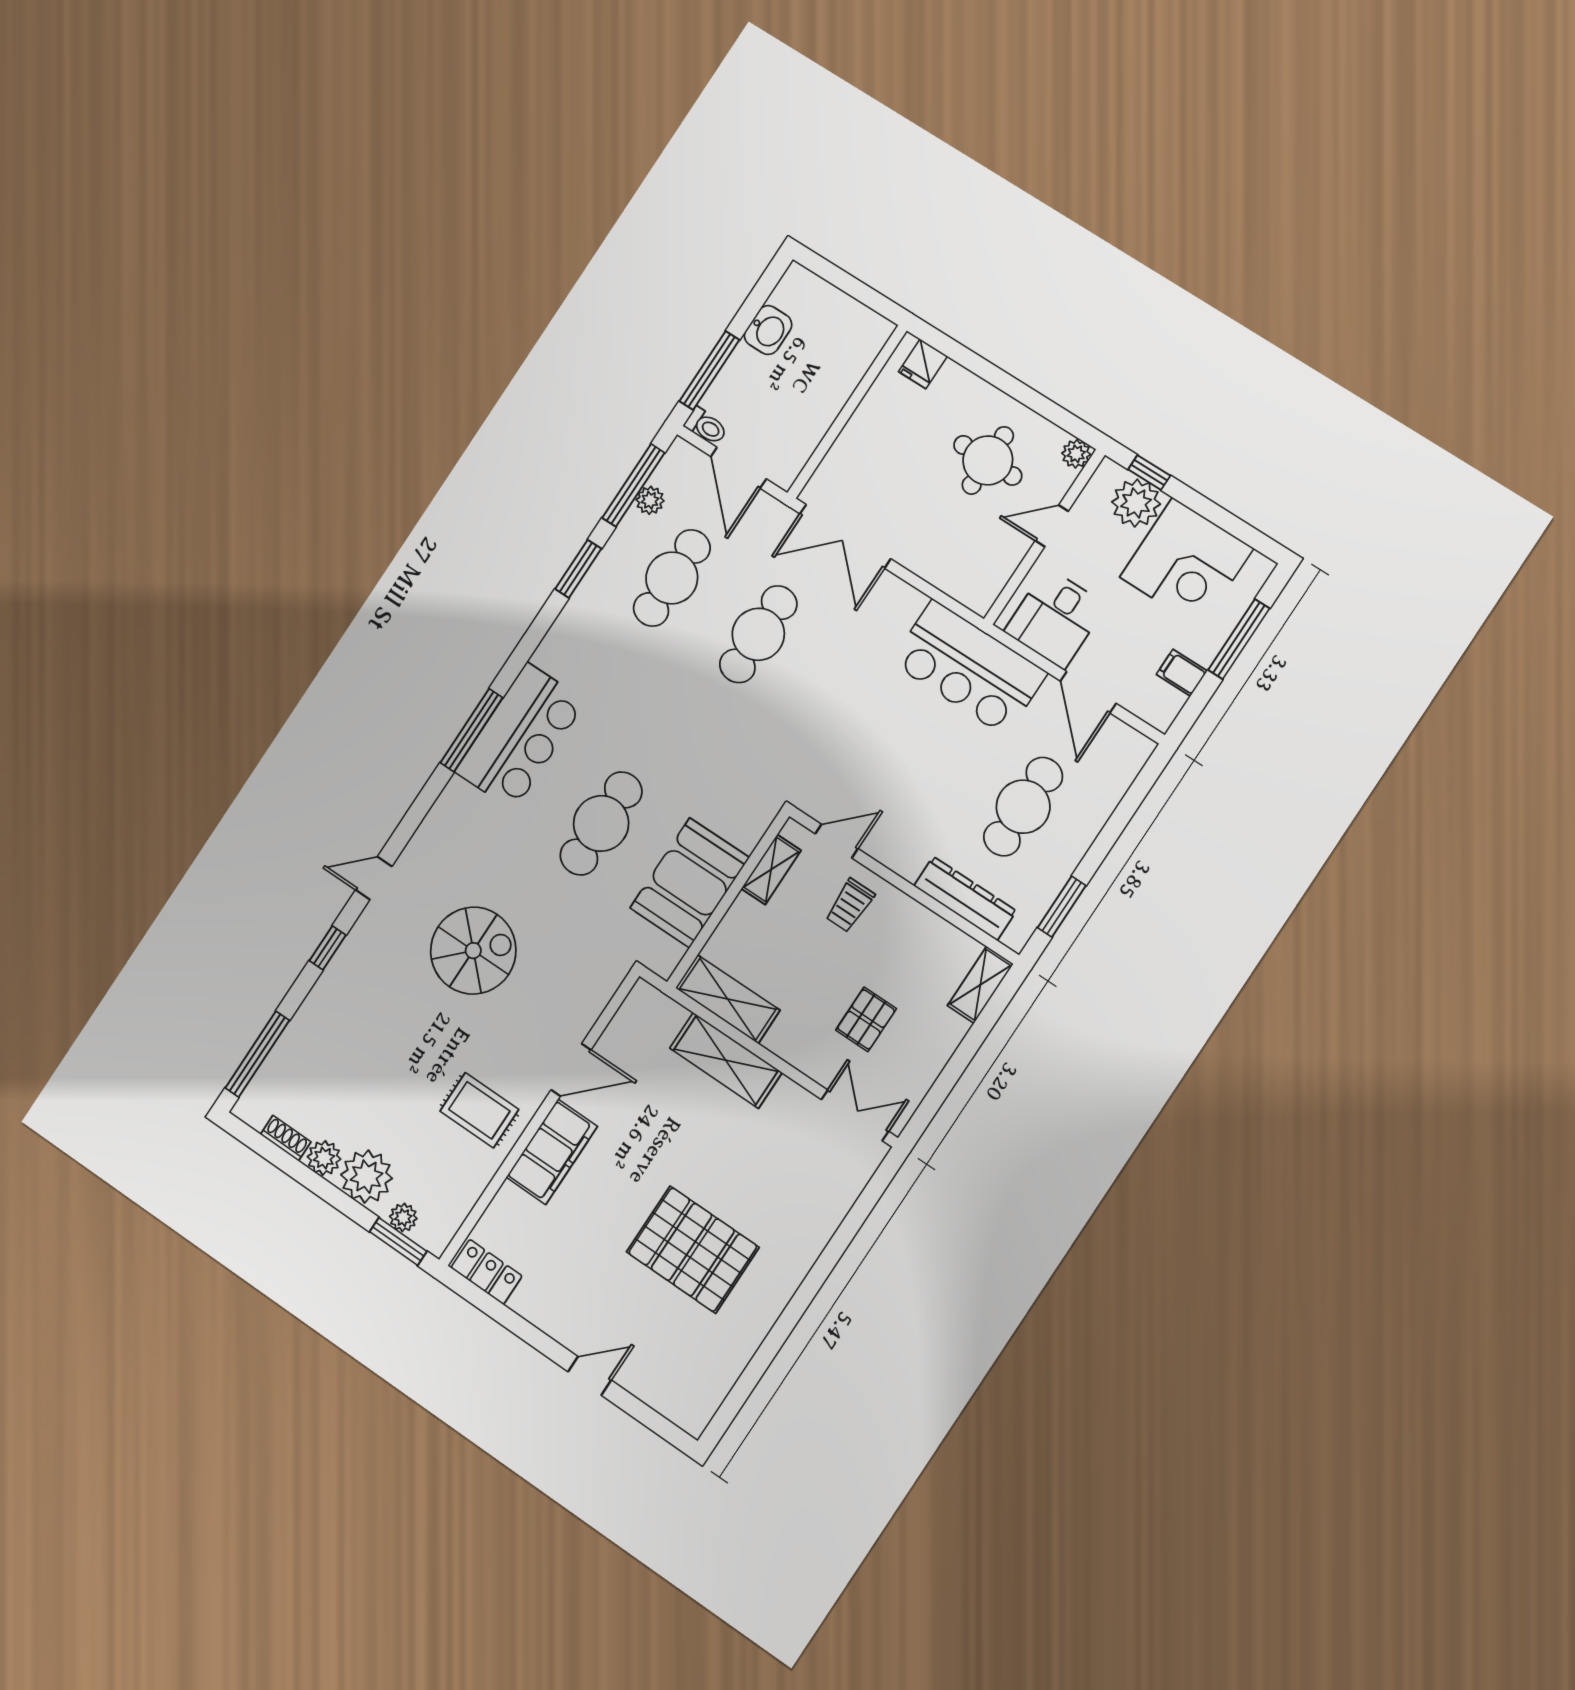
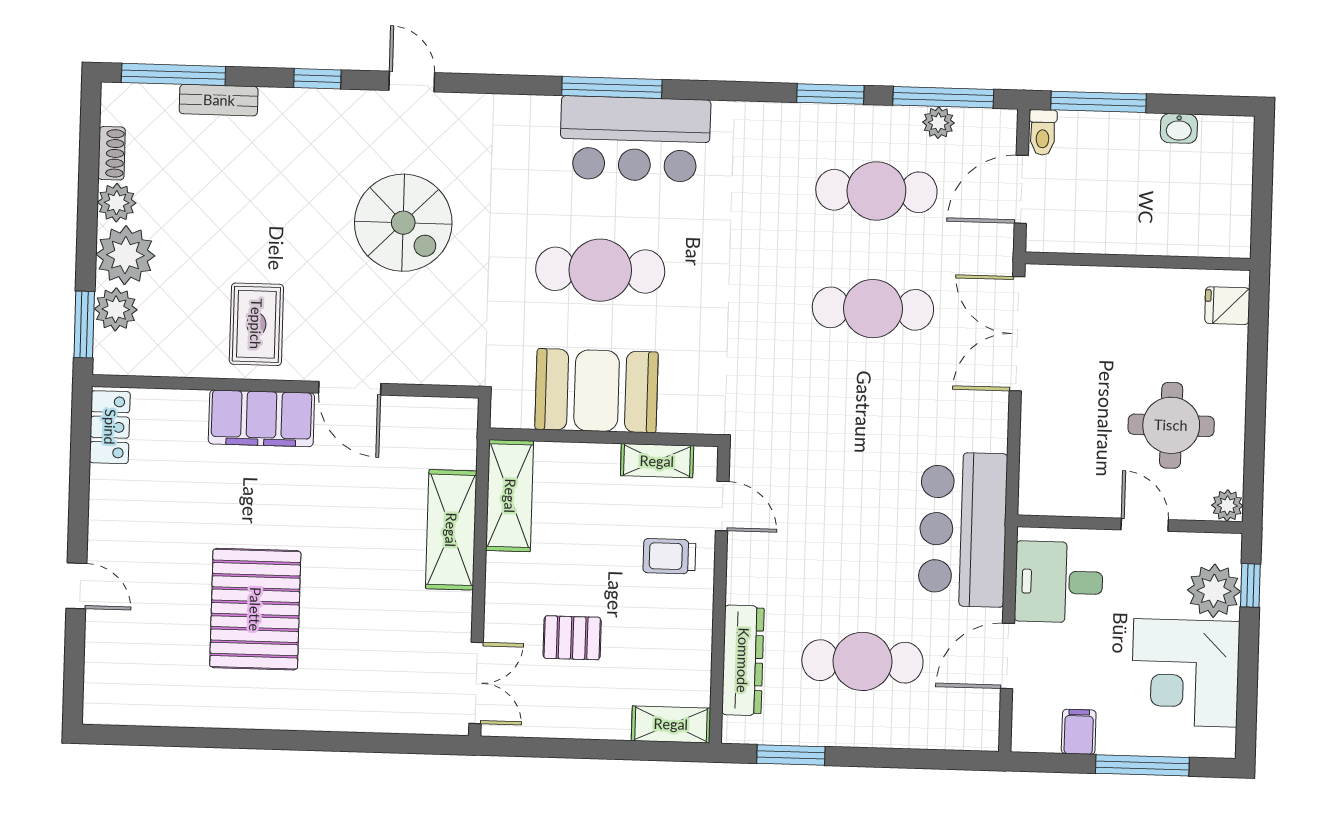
washbasin: (768, 330) -> (1179, 128), width x0.72, depth x0.69
bench: (297, 1032) -> (219, 100), added
plant: (403, 1217) -> (116, 309), width x1.38, depth x1.38

